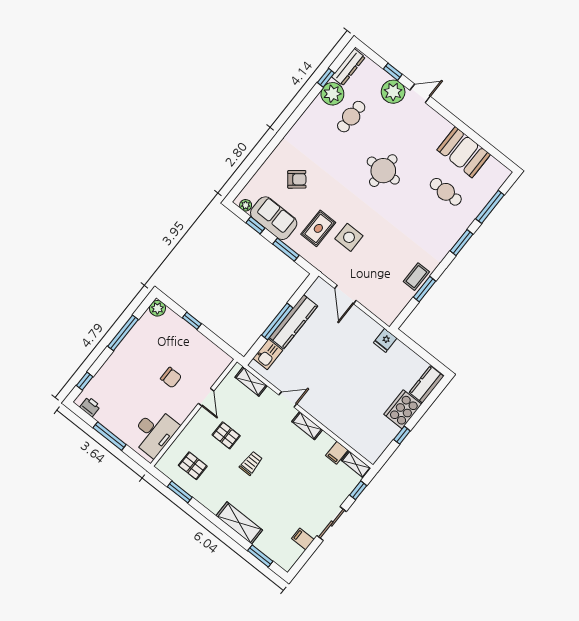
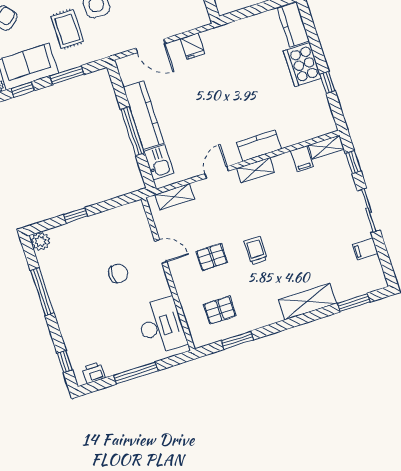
fridge: (385, 340) -> (193, 46), moved
kitchen counter: (326, 417) -> (259, 146), added

